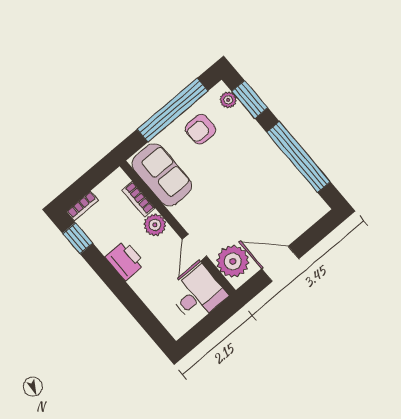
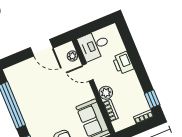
door: (194, 248) -> (88, 73), swing flipped
printer: (125, 260) -> (123, 63), moved
plant: (233, 261) -> (72, 56), width x0.53, depth x0.53

